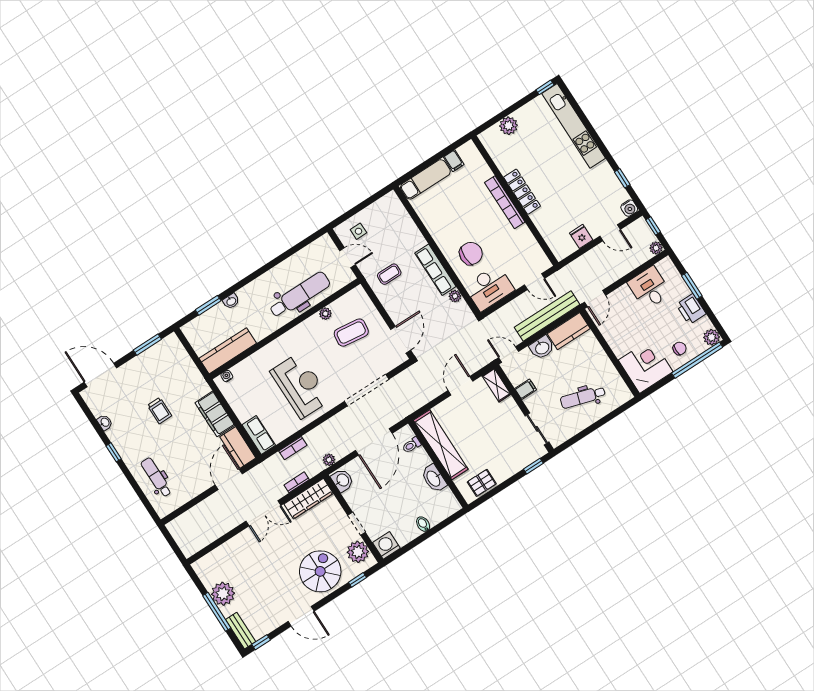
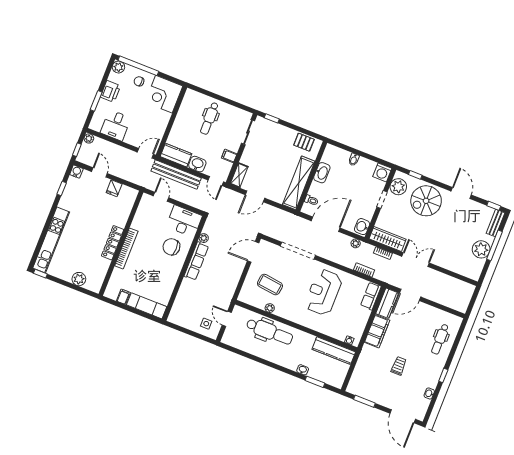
coffee table: (389, 274) -> (219, 287), removed
dental chair: (300, 295) -> (270, 332), turned 180
dental chair: (583, 397) -> (209, 118), turned 73

